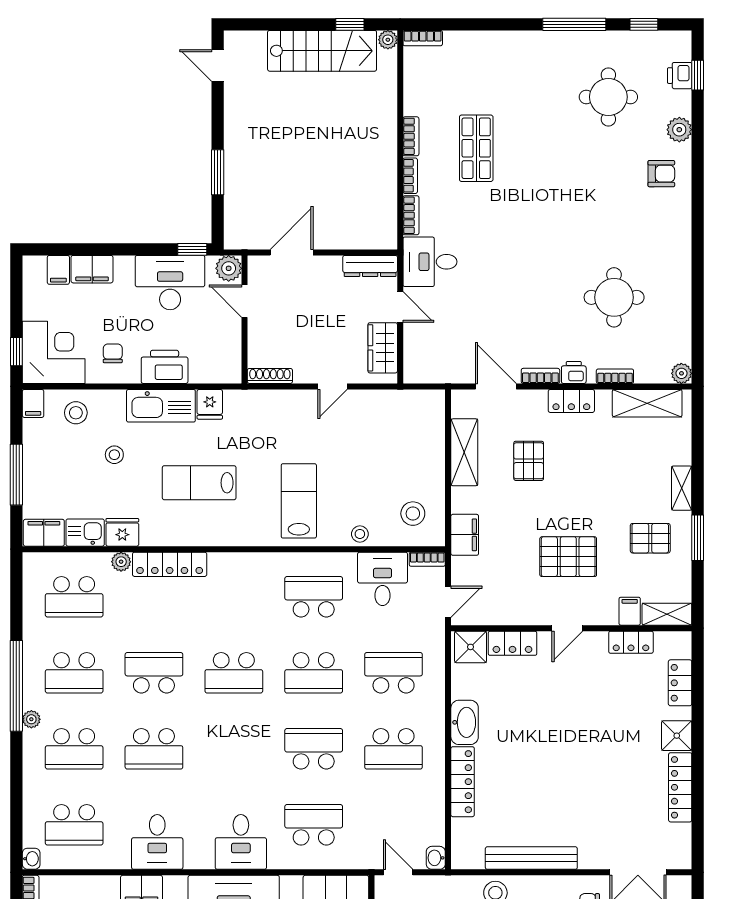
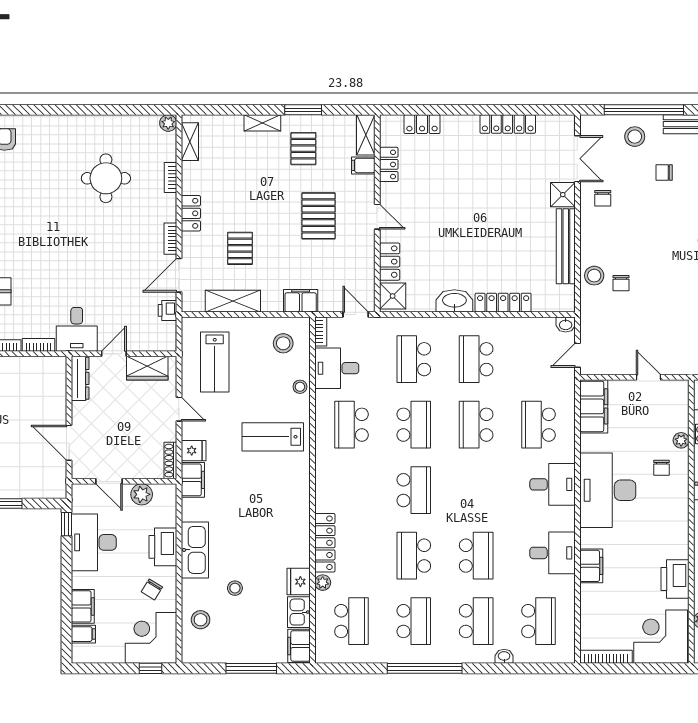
plant: (229, 268) -> (142, 494), moved
door: (245, 301) -> (109, 481), hinge flipped
chair: (113, 353) -> (152, 589), turned -58
printer: (574, 372) -> (167, 310), moved
filing cabinet: (33, 403) -> (193, 480), moved, width x2.00
shelving: (647, 403) -> (190, 142), width x0.67, depth x0.75
fridge: (210, 404) -> (194, 451), moved
pallet: (529, 461) -> (240, 248), turned 90
lab bench: (199, 483) -> (215, 362), moved
plant: (31, 719) -> (452, 656), removed
shower: (677, 736) -> (563, 195), moved
school desk: (394, 749) -> (476, 359), turned 180
washbasin: (31, 859) -> (504, 656), moved

